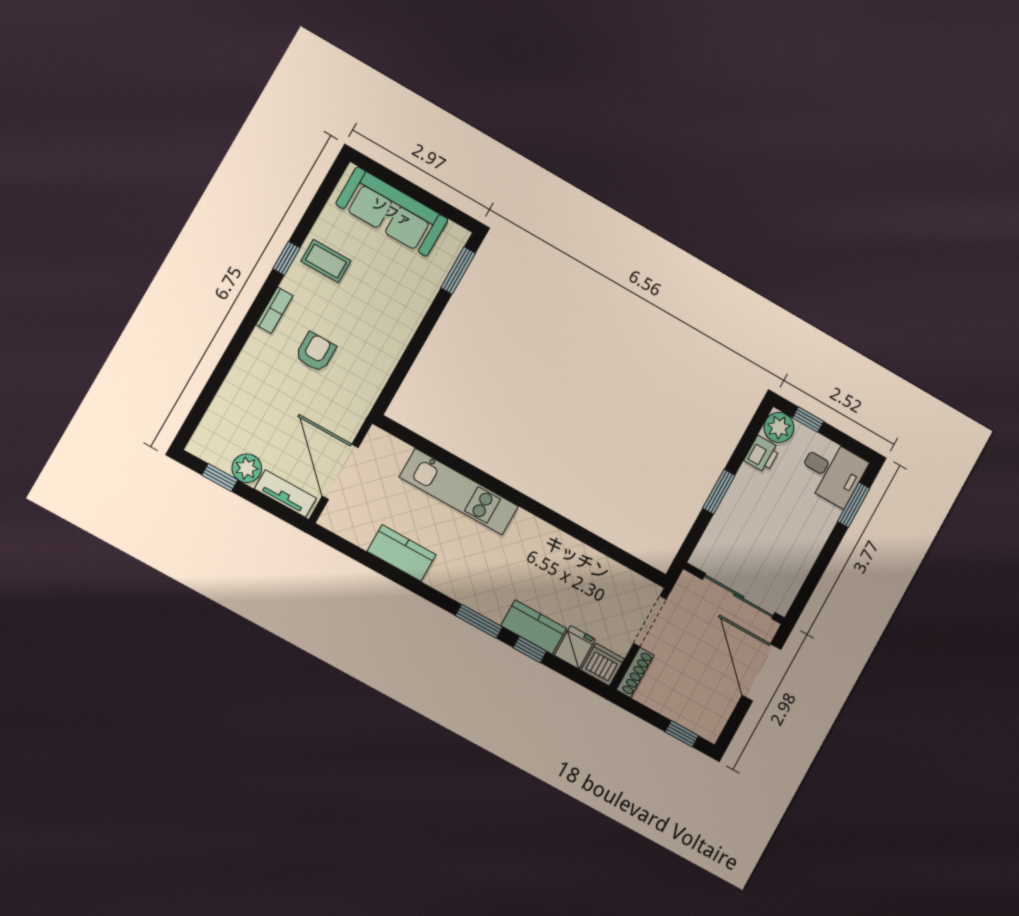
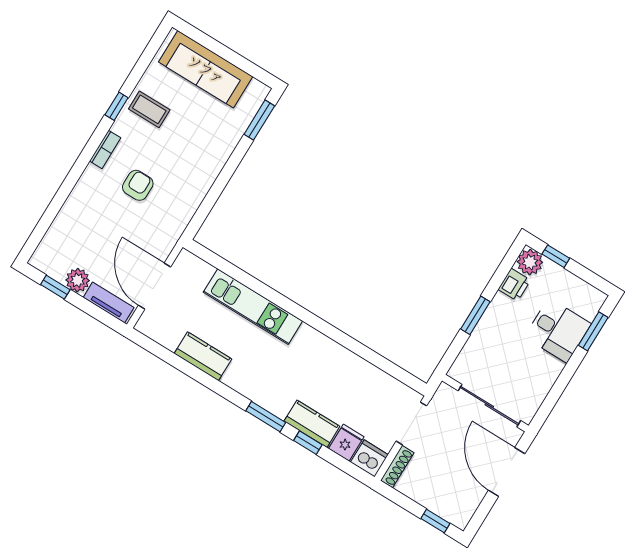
desk: (832, 472) -> (558, 330), moved

